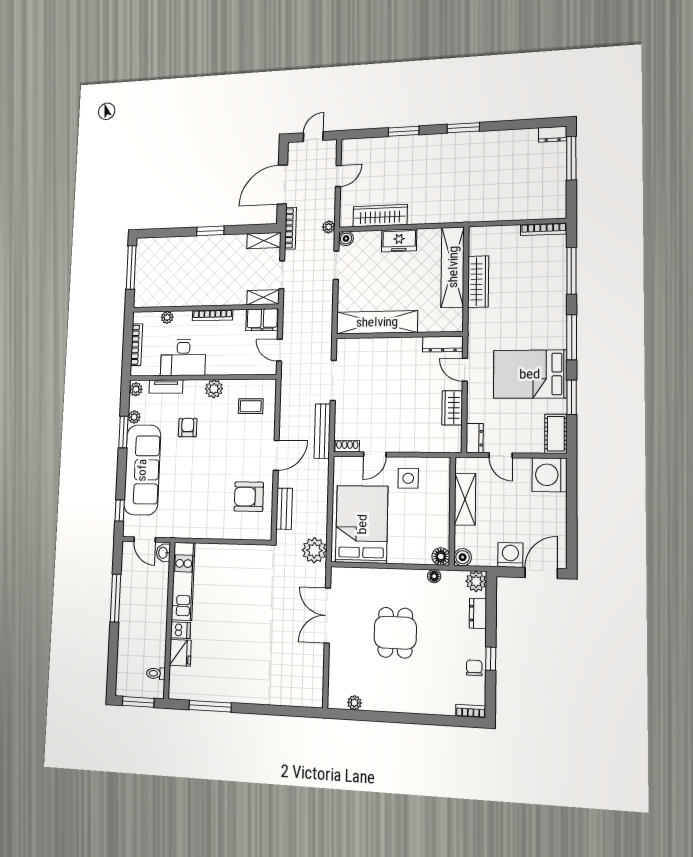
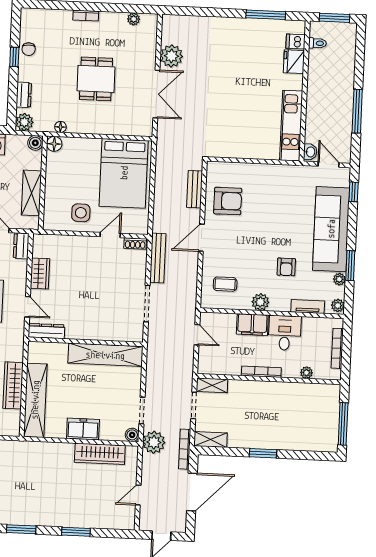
plant: (329, 227) -> (154, 442), width x1.87, depth x1.87
filing cabinet: (262, 320) -> (252, 325), moved, turned 180
desk: (183, 358) -> (285, 333), width x0.73
plant: (314, 550) -> (171, 56), moved
dishwasher: (180, 630) -> (296, 41), moved
bookcase: (471, 711) -> (86, 16), moved

